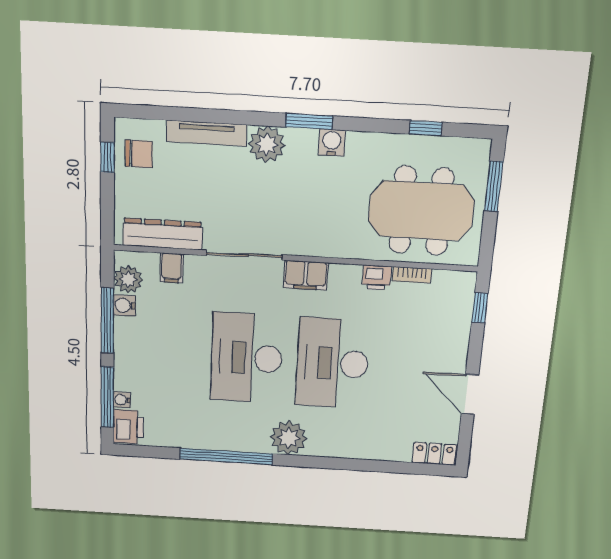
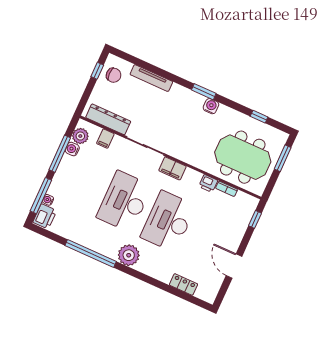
plant: (267, 144) -> (179, 95), removed
locker: (434, 454) -> (183, 284), moved

